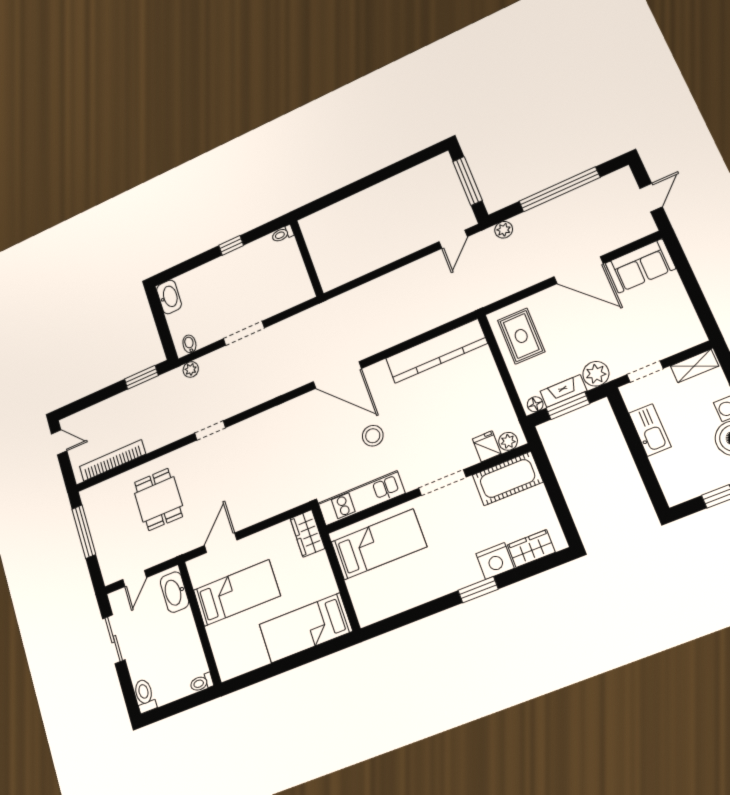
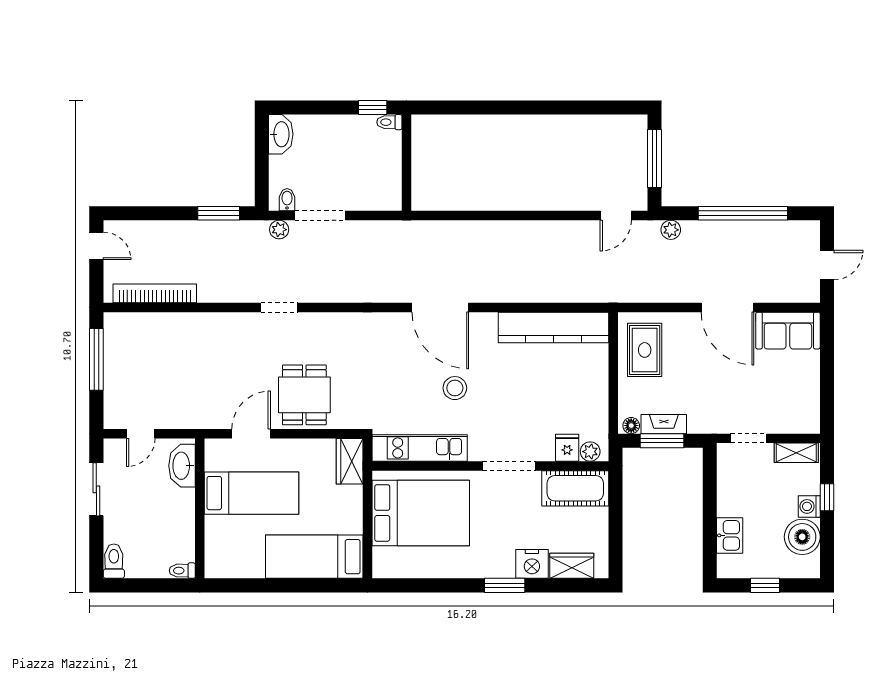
toilet: (283, 234) -> (389, 122), moved
wall: (307, 258) -> (407, 163), moved
doorway: (244, 333) -> (320, 216), moved
plant: (596, 374) -> (702, 420), removed
kitchen sink: (650, 430) -> (730, 535), moved, width x0.73
dining table: (158, 499) -> (304, 395), moved
bed: (379, 544) -> (421, 513), width x1.50

